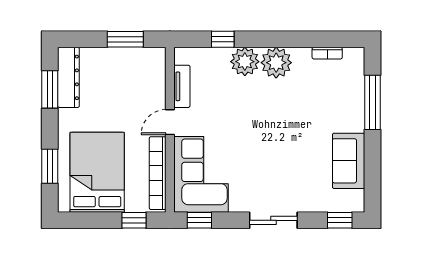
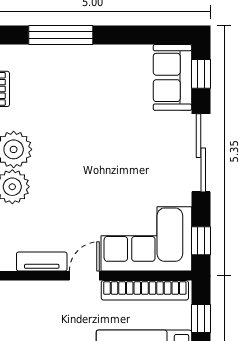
door: (170, 122) -> (84, 276), swing flipped
sofa: (349, 161) -> (172, 77), moved, turned 90
sliding door: (273, 220) -> (201, 153), width x1.37

